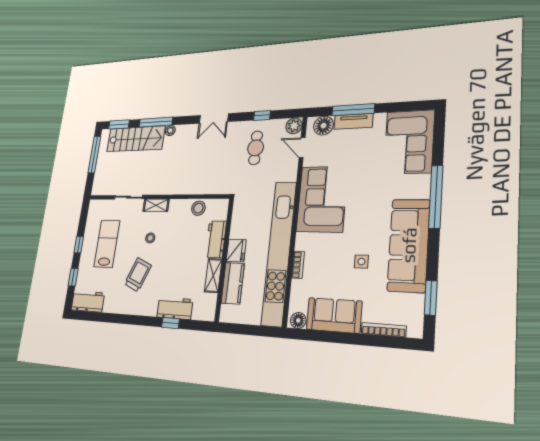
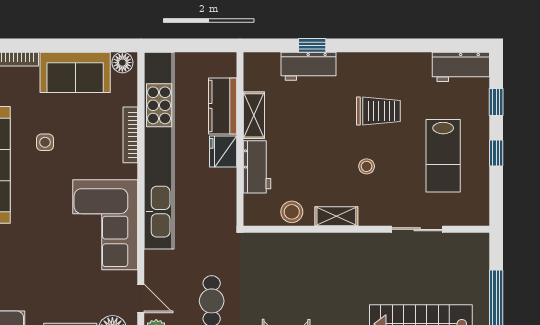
shelving: (156, 205) -> (336, 216), moved
bookcase: (298, 265) -> (130, 135), width x1.56
trolley: (138, 275) -> (378, 111), turned -113

